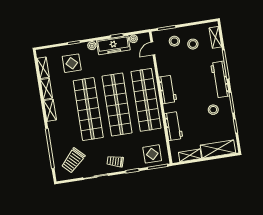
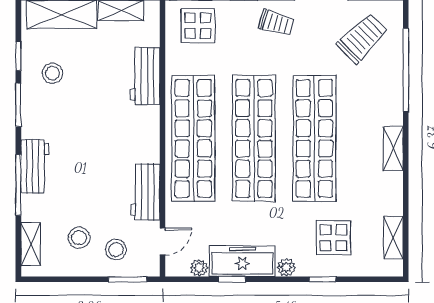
workbench: (220, 80) -> (35, 166), width x0.73
shelving: (46, 89) -> (394, 193), removed
workbench: (168, 89) -> (145, 192), moved
stool: (213, 110) -> (52, 73), moved

